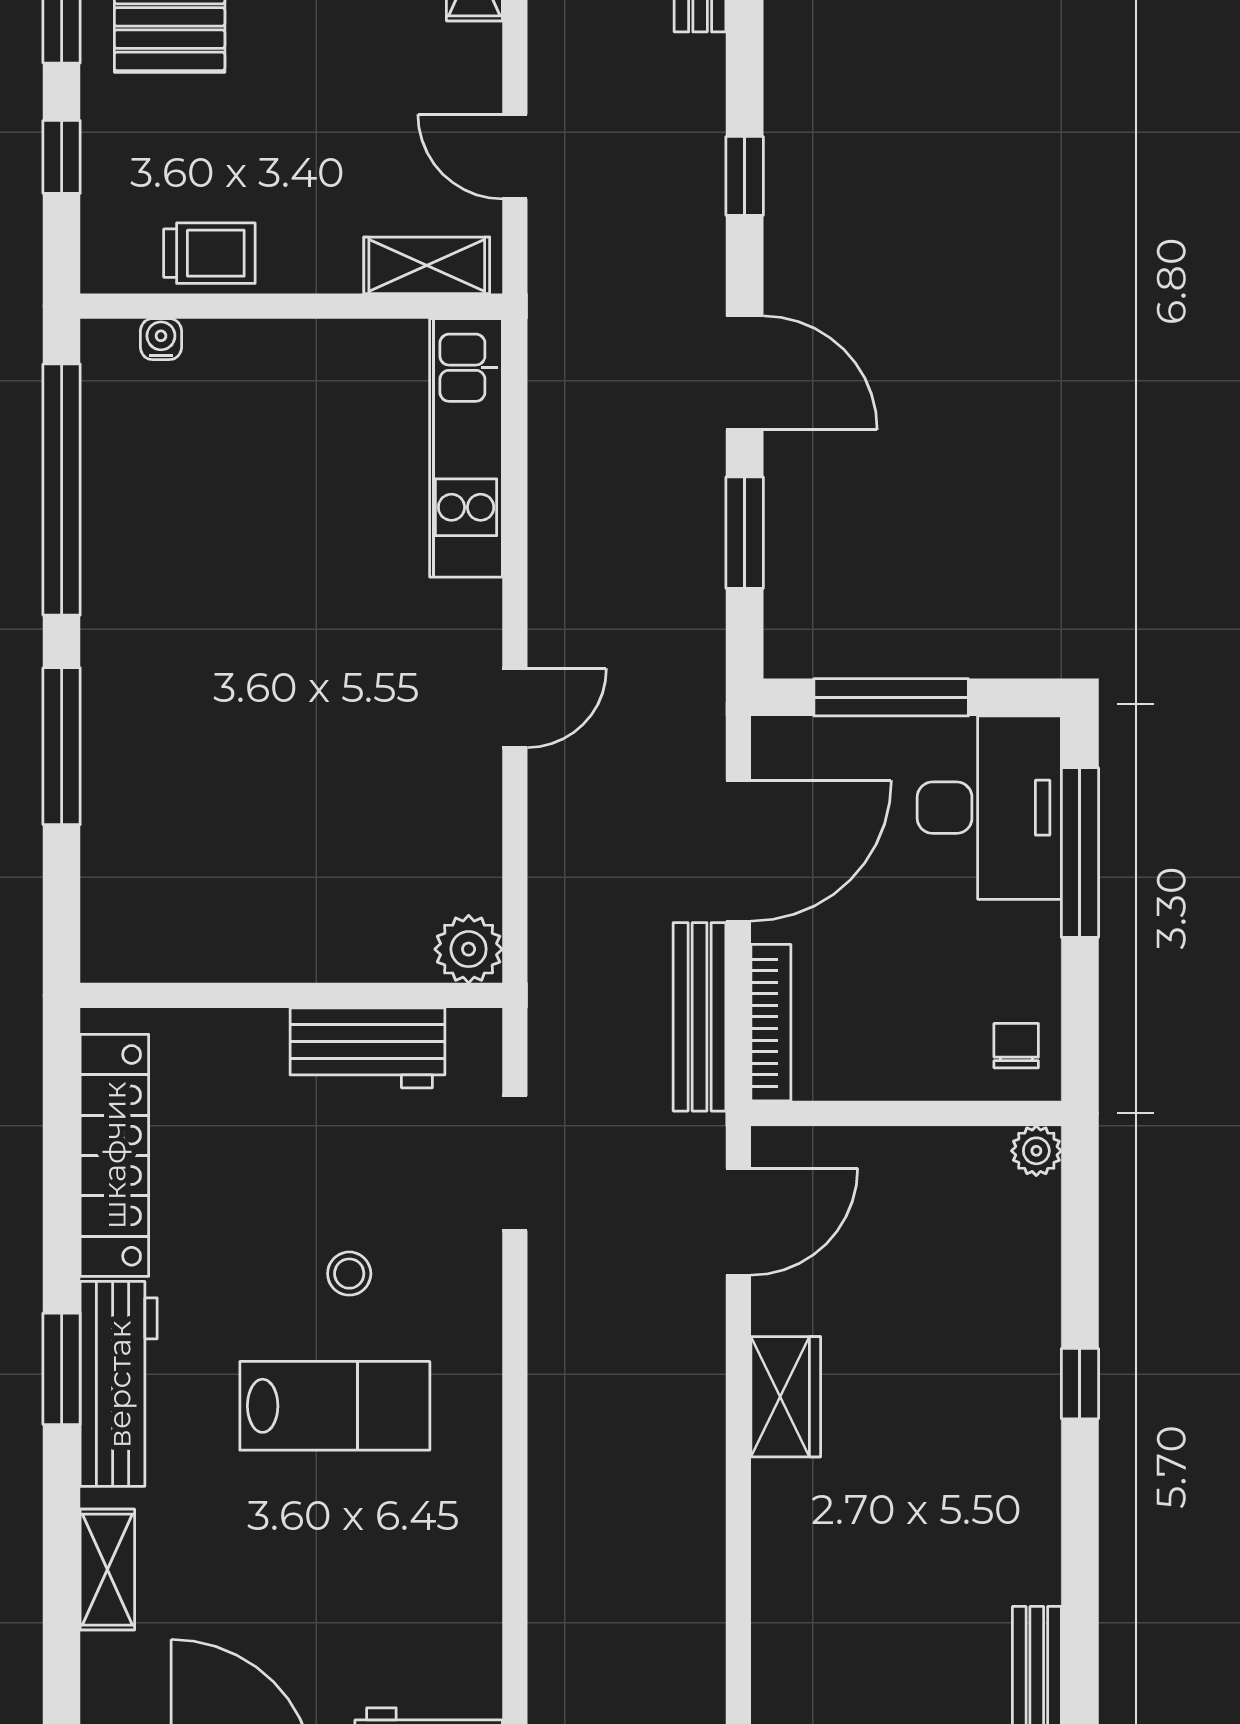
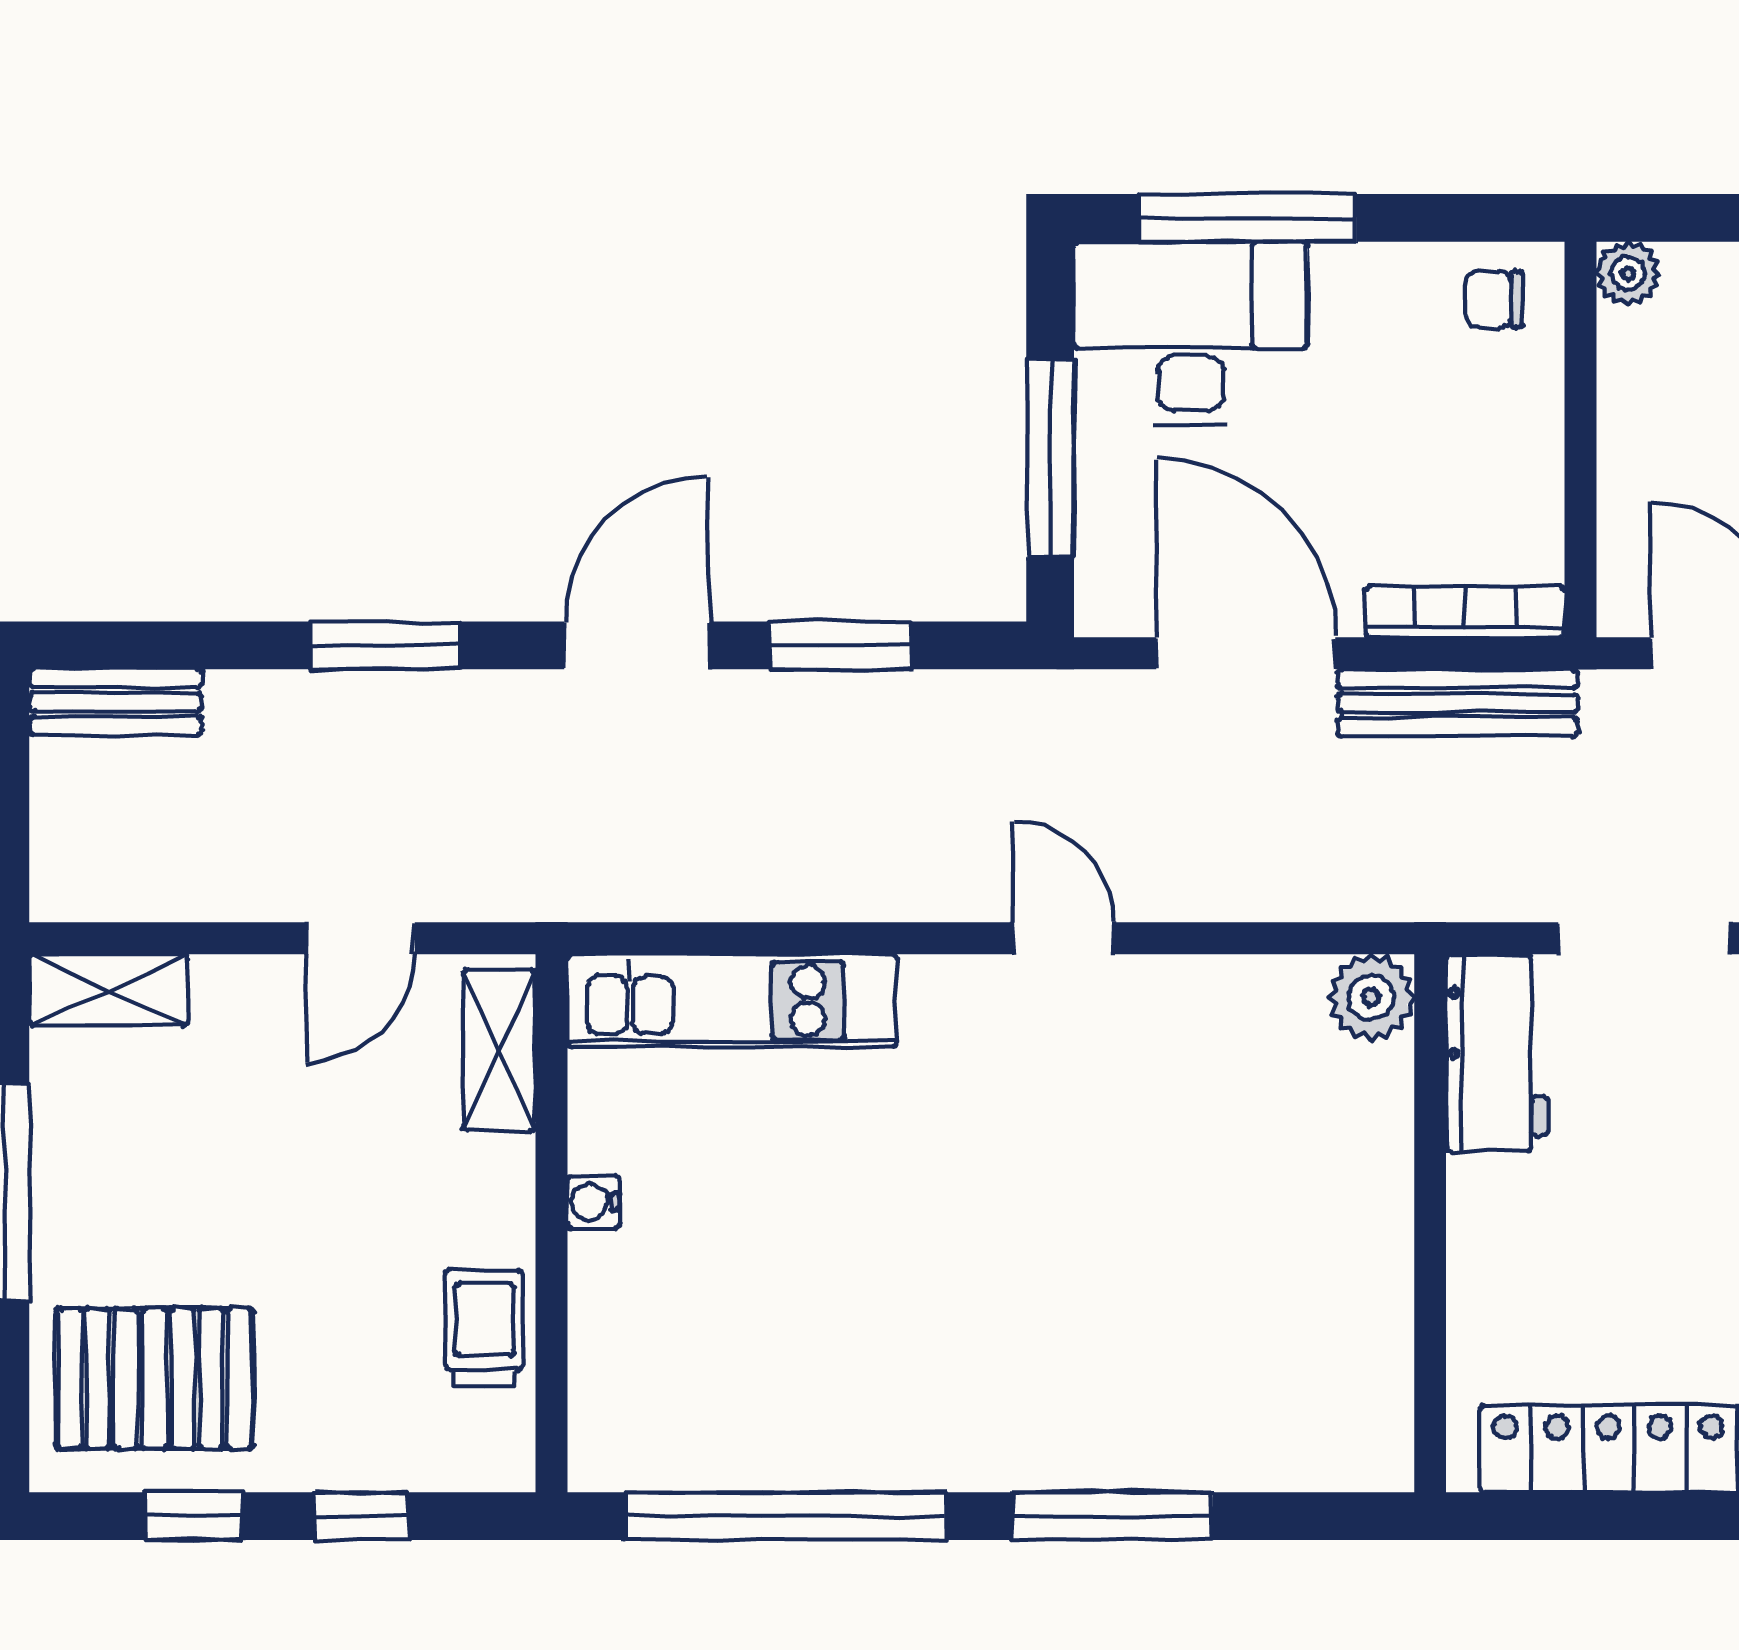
window: (745, 176) -> (386, 645), width x1.50
water cooler: (161, 339) -> (594, 1202), moved
workbench: (367, 1048) -> (1497, 1053), moved

